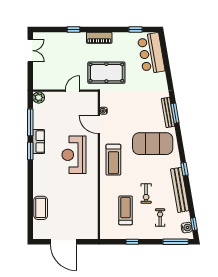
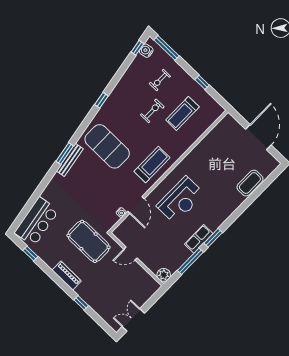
bench: (180, 190) -> (122, 87), removed

